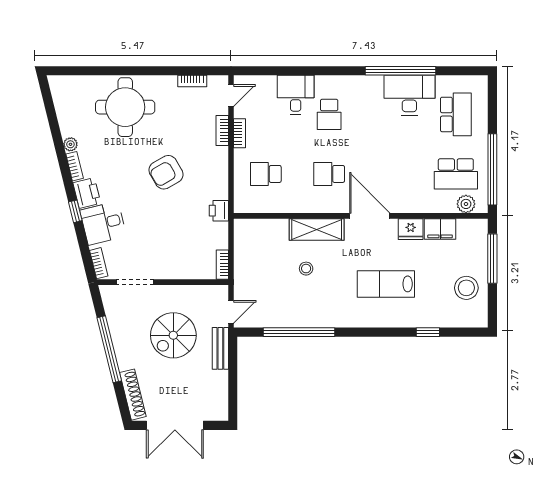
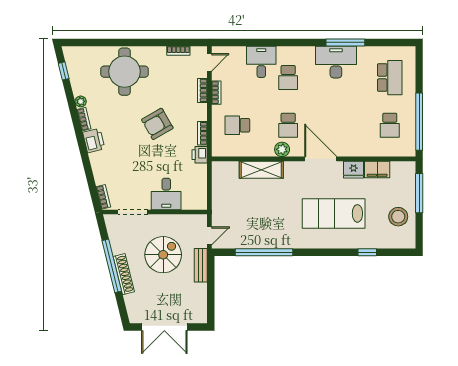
window: (401, 71) -> (345, 42), width x0.68
desk: (409, 95) -> (336, 62), moved
school desk: (329, 174) -> (288, 125), turned -90
school desk: (456, 174) -> (390, 125), width x0.54
plant: (466, 204) -> (282, 149), moved
window: (75, 211) -> (64, 71), moved
desk: (103, 223) -> (166, 194), moved, turned -76
shelving: (317, 229) -> (261, 170), moved
bookcase: (222, 265) -> (202, 133), moved
stool: (306, 269) -> (270, 201), removed
lab bench: (386, 284) -> (334, 213), width x1.36, depth x1.39
spiral stairs: (173, 335) -> (163, 255), turned 180
shoe rack: (133, 395) -> (124, 274), moved

